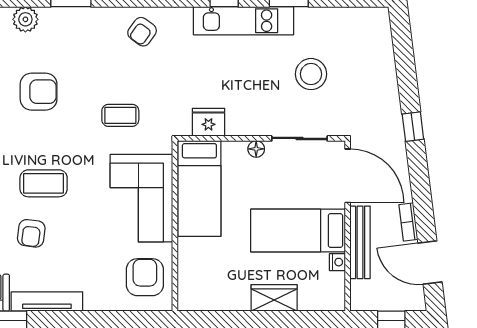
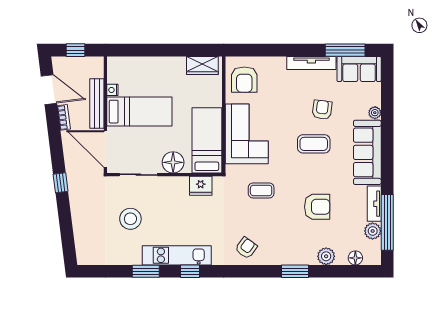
armchair: (39, 92) -> (317, 207), turned 180
floor lamp: (256, 149) -> (173, 162), width x1.89, depth x1.89
wardrobe: (274, 298) -> (202, 65), moved

